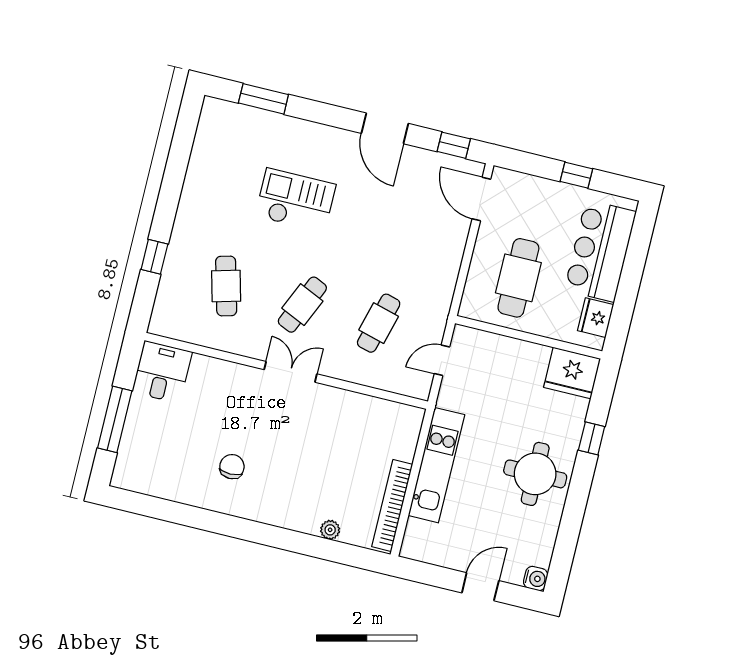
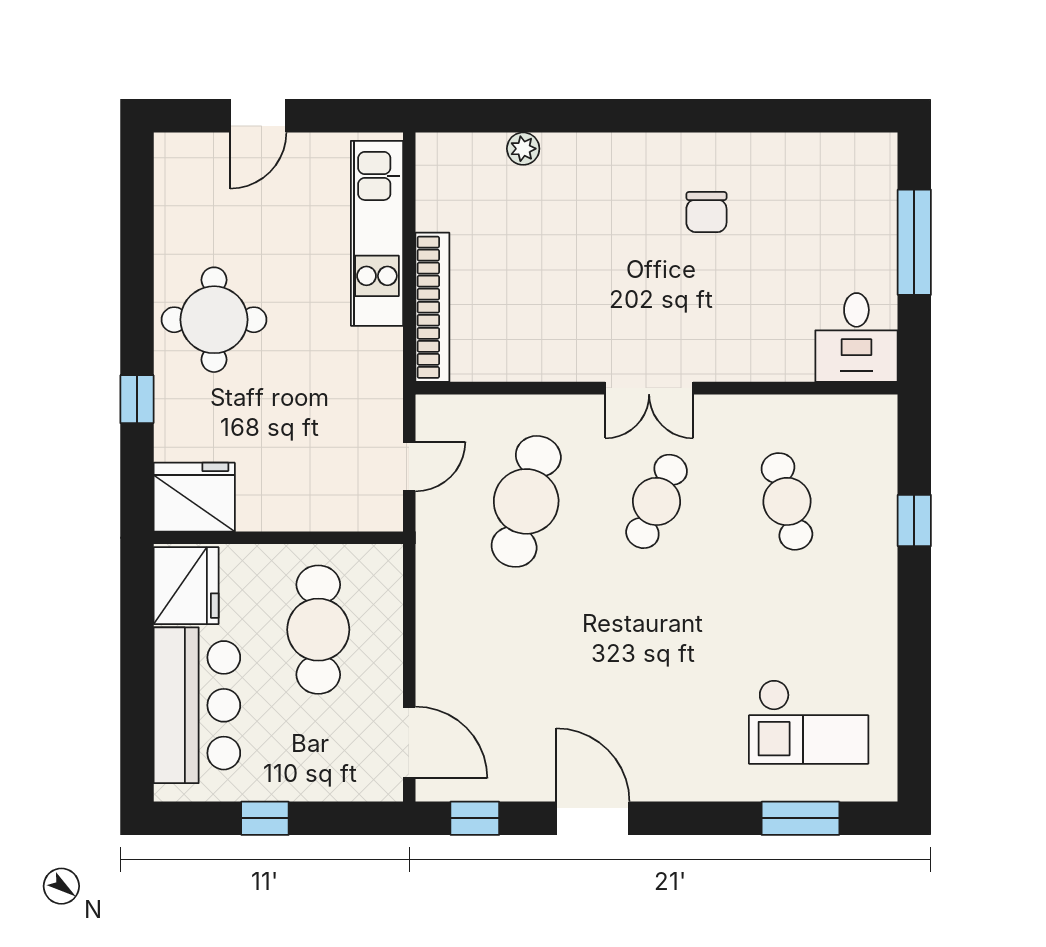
checkout: (296, 200) -> (809, 722), moved
fridge: (596, 318) -> (186, 586), width x1.36, depth x1.34
cafe table: (379, 323) -> (526, 501), width x1.37, depth x1.35
kitchen unit: (436, 465) -> (377, 233), moved
bookcase: (392, 506) -> (432, 307), moved
water cooler: (536, 578) -> (172, 151), removed

